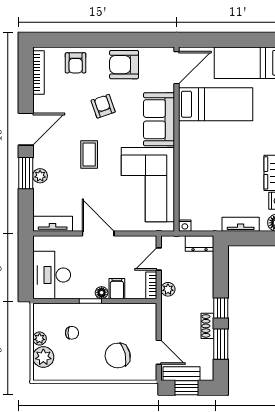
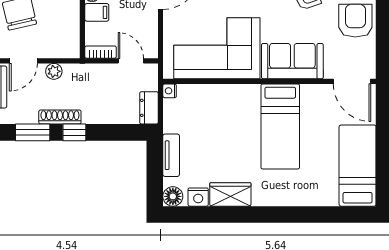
bed: (216, 104) -> (280, 126), moved
plant: (168, 289) -> (54, 71), moved
shoe rack: (207, 326) -> (60, 117), width x1.43

